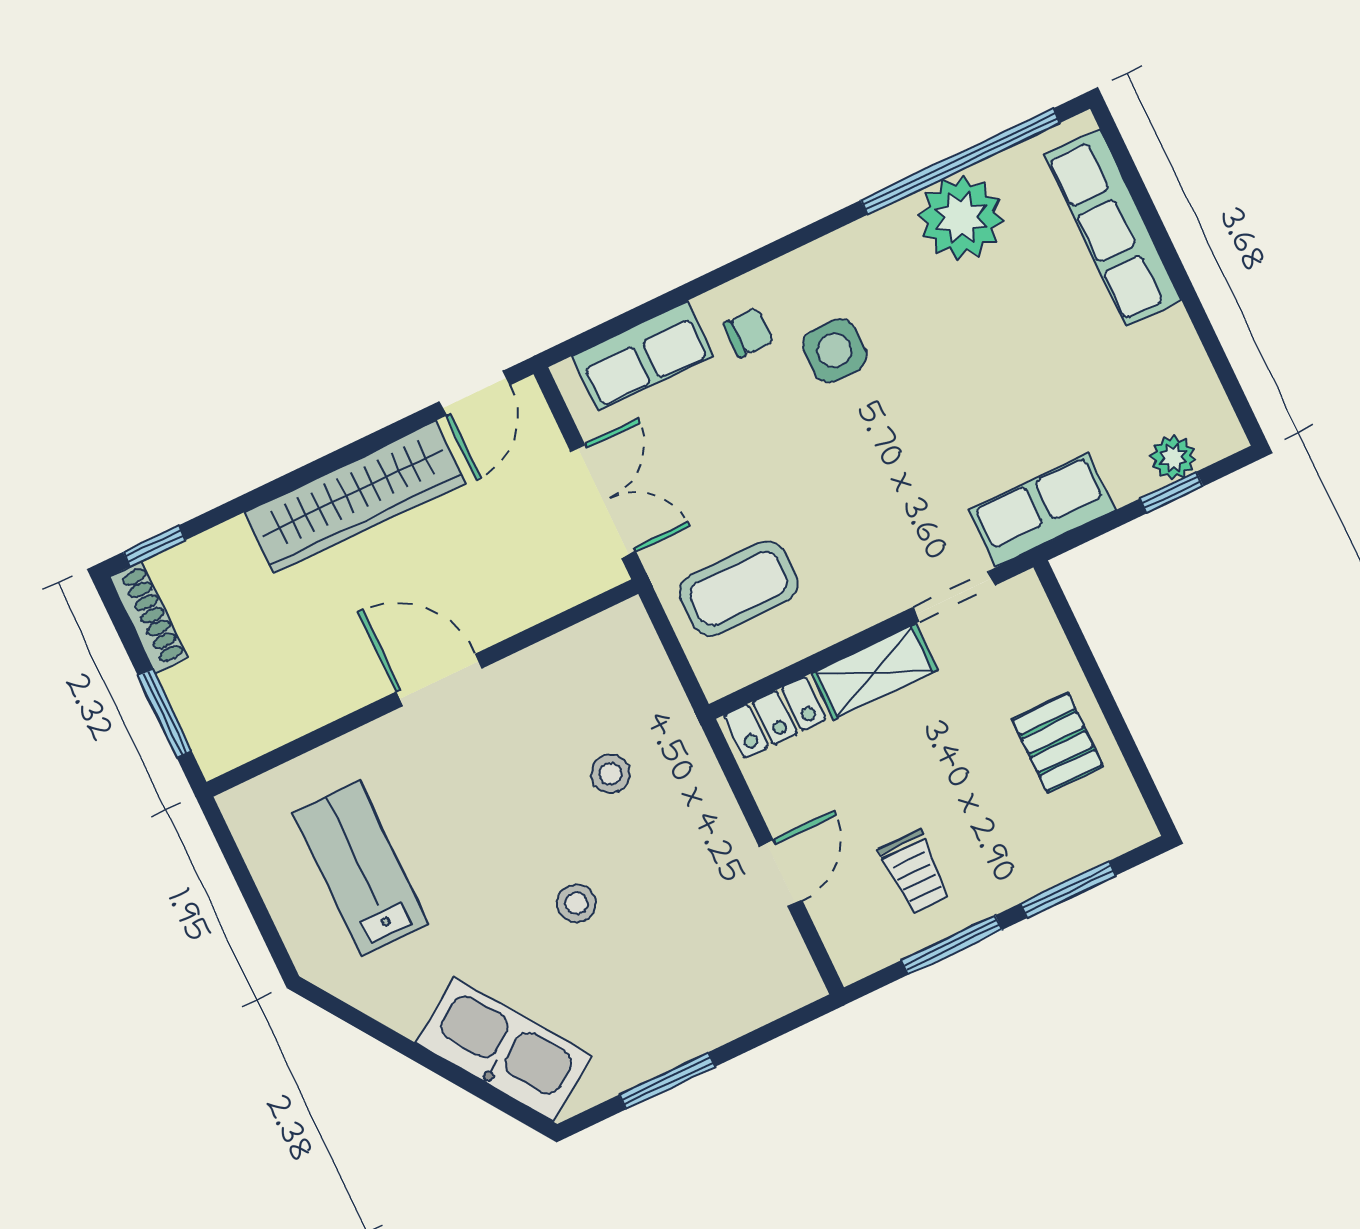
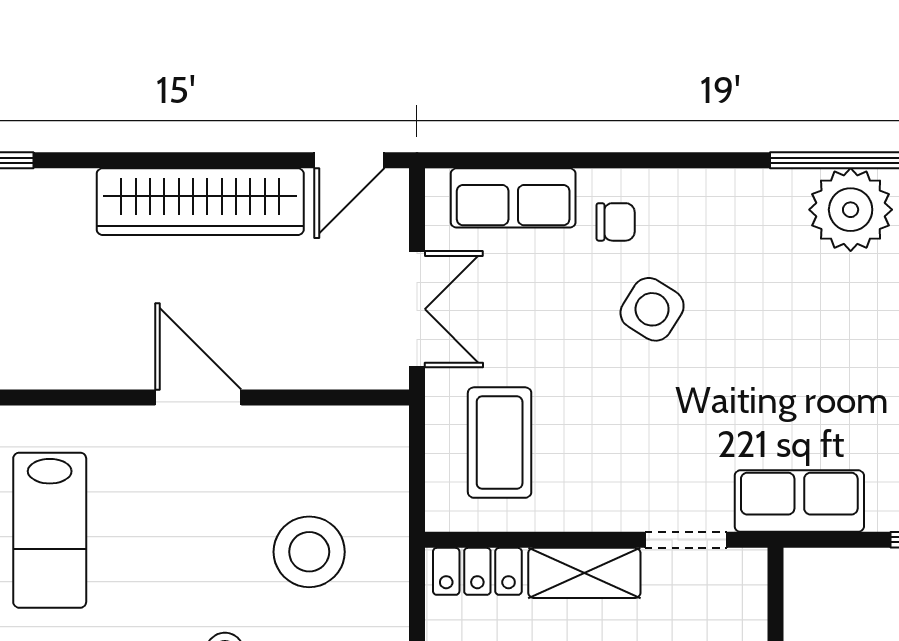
side table: (835, 351) -> (652, 309), moved, turned 32
coffee table: (739, 588) -> (500, 443), turned 90
stool: (610, 774) -> (309, 552), width x1.89, depth x1.89
lab bench: (360, 868) -> (50, 530), turned 180

